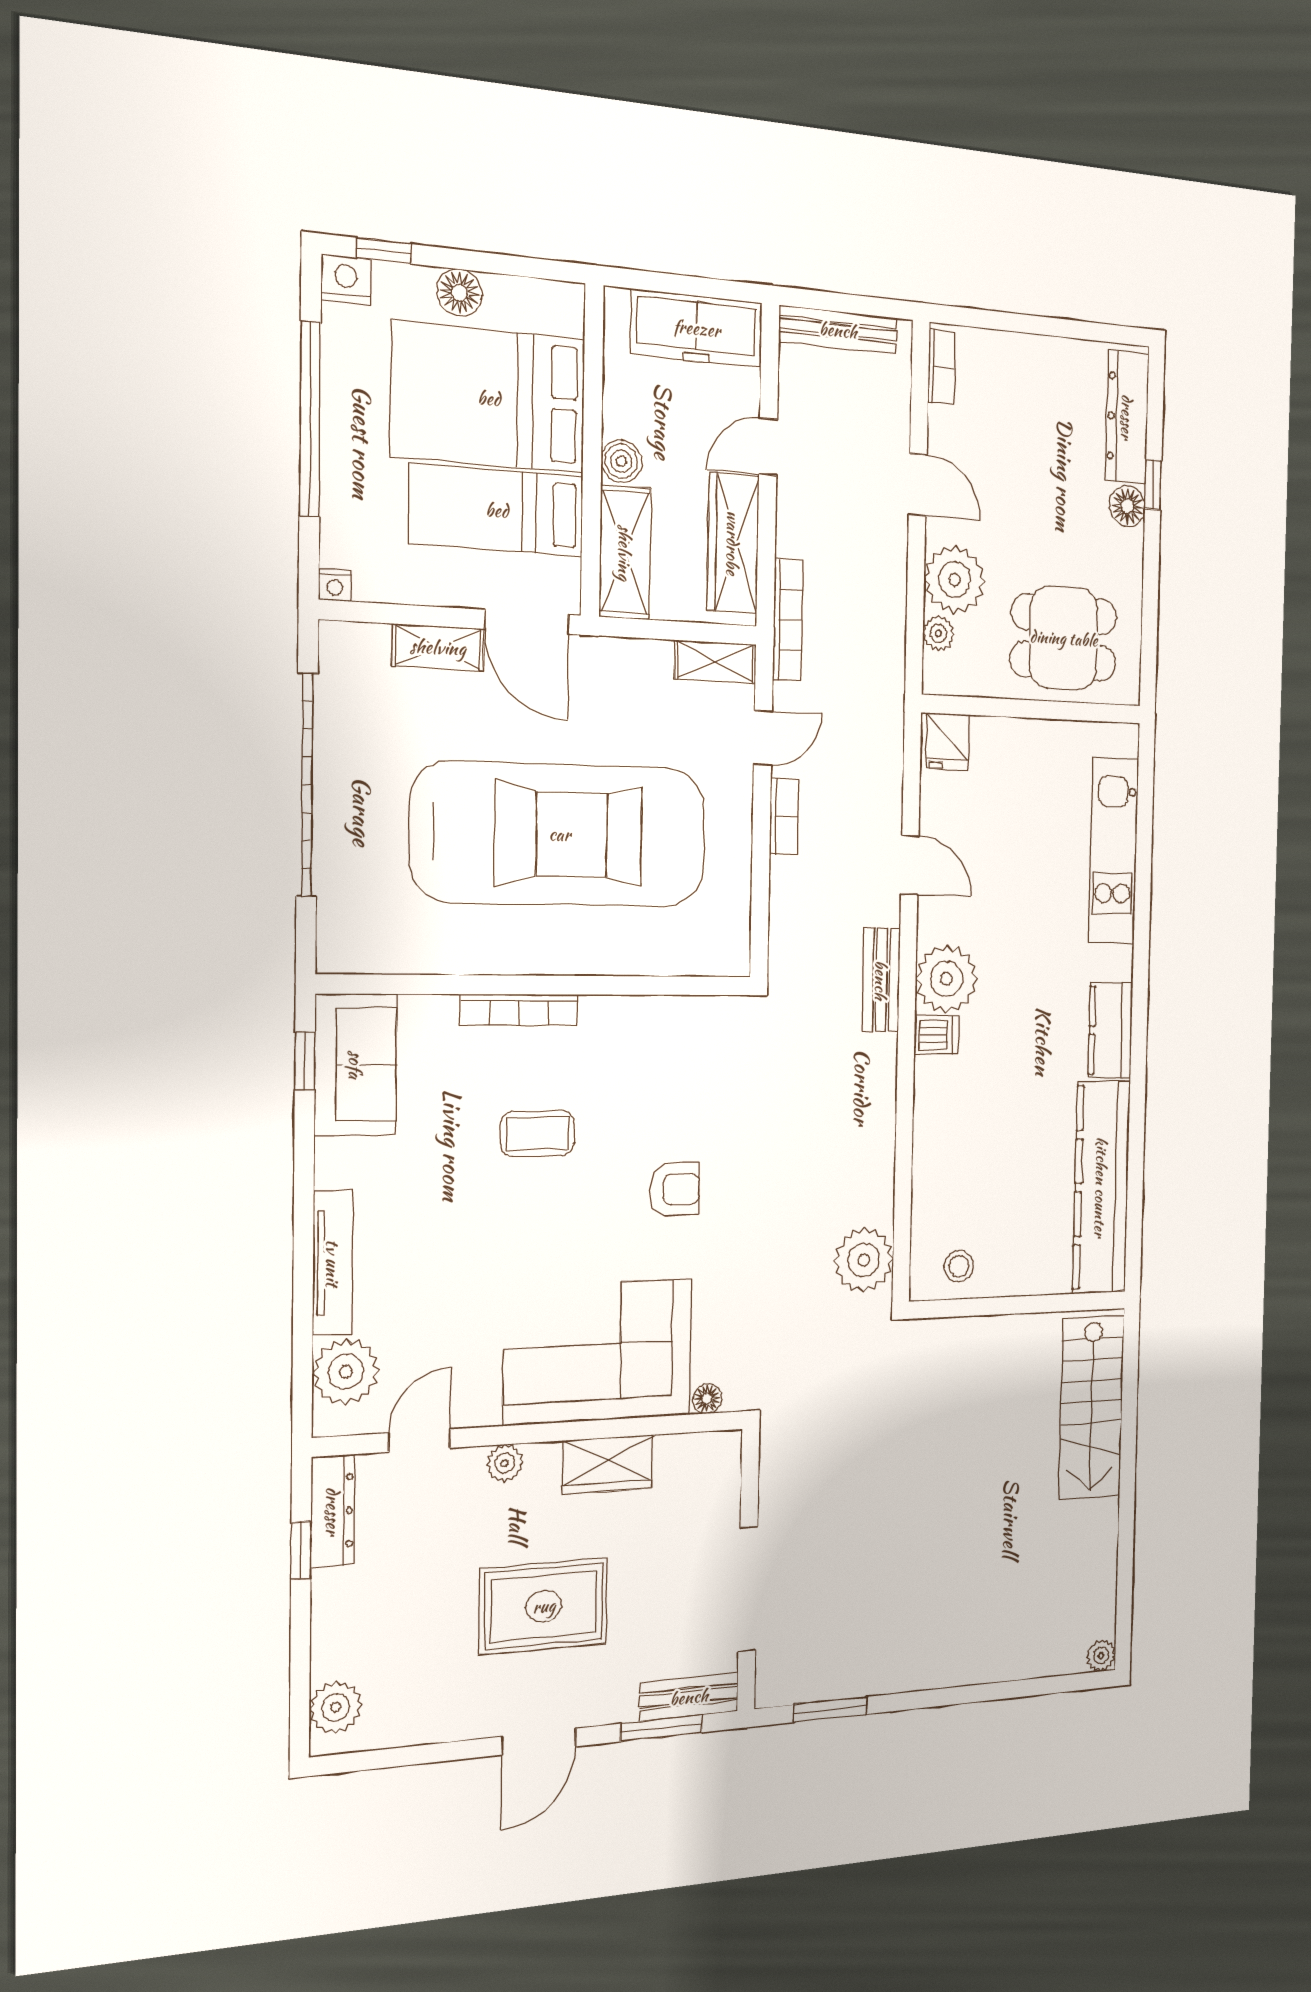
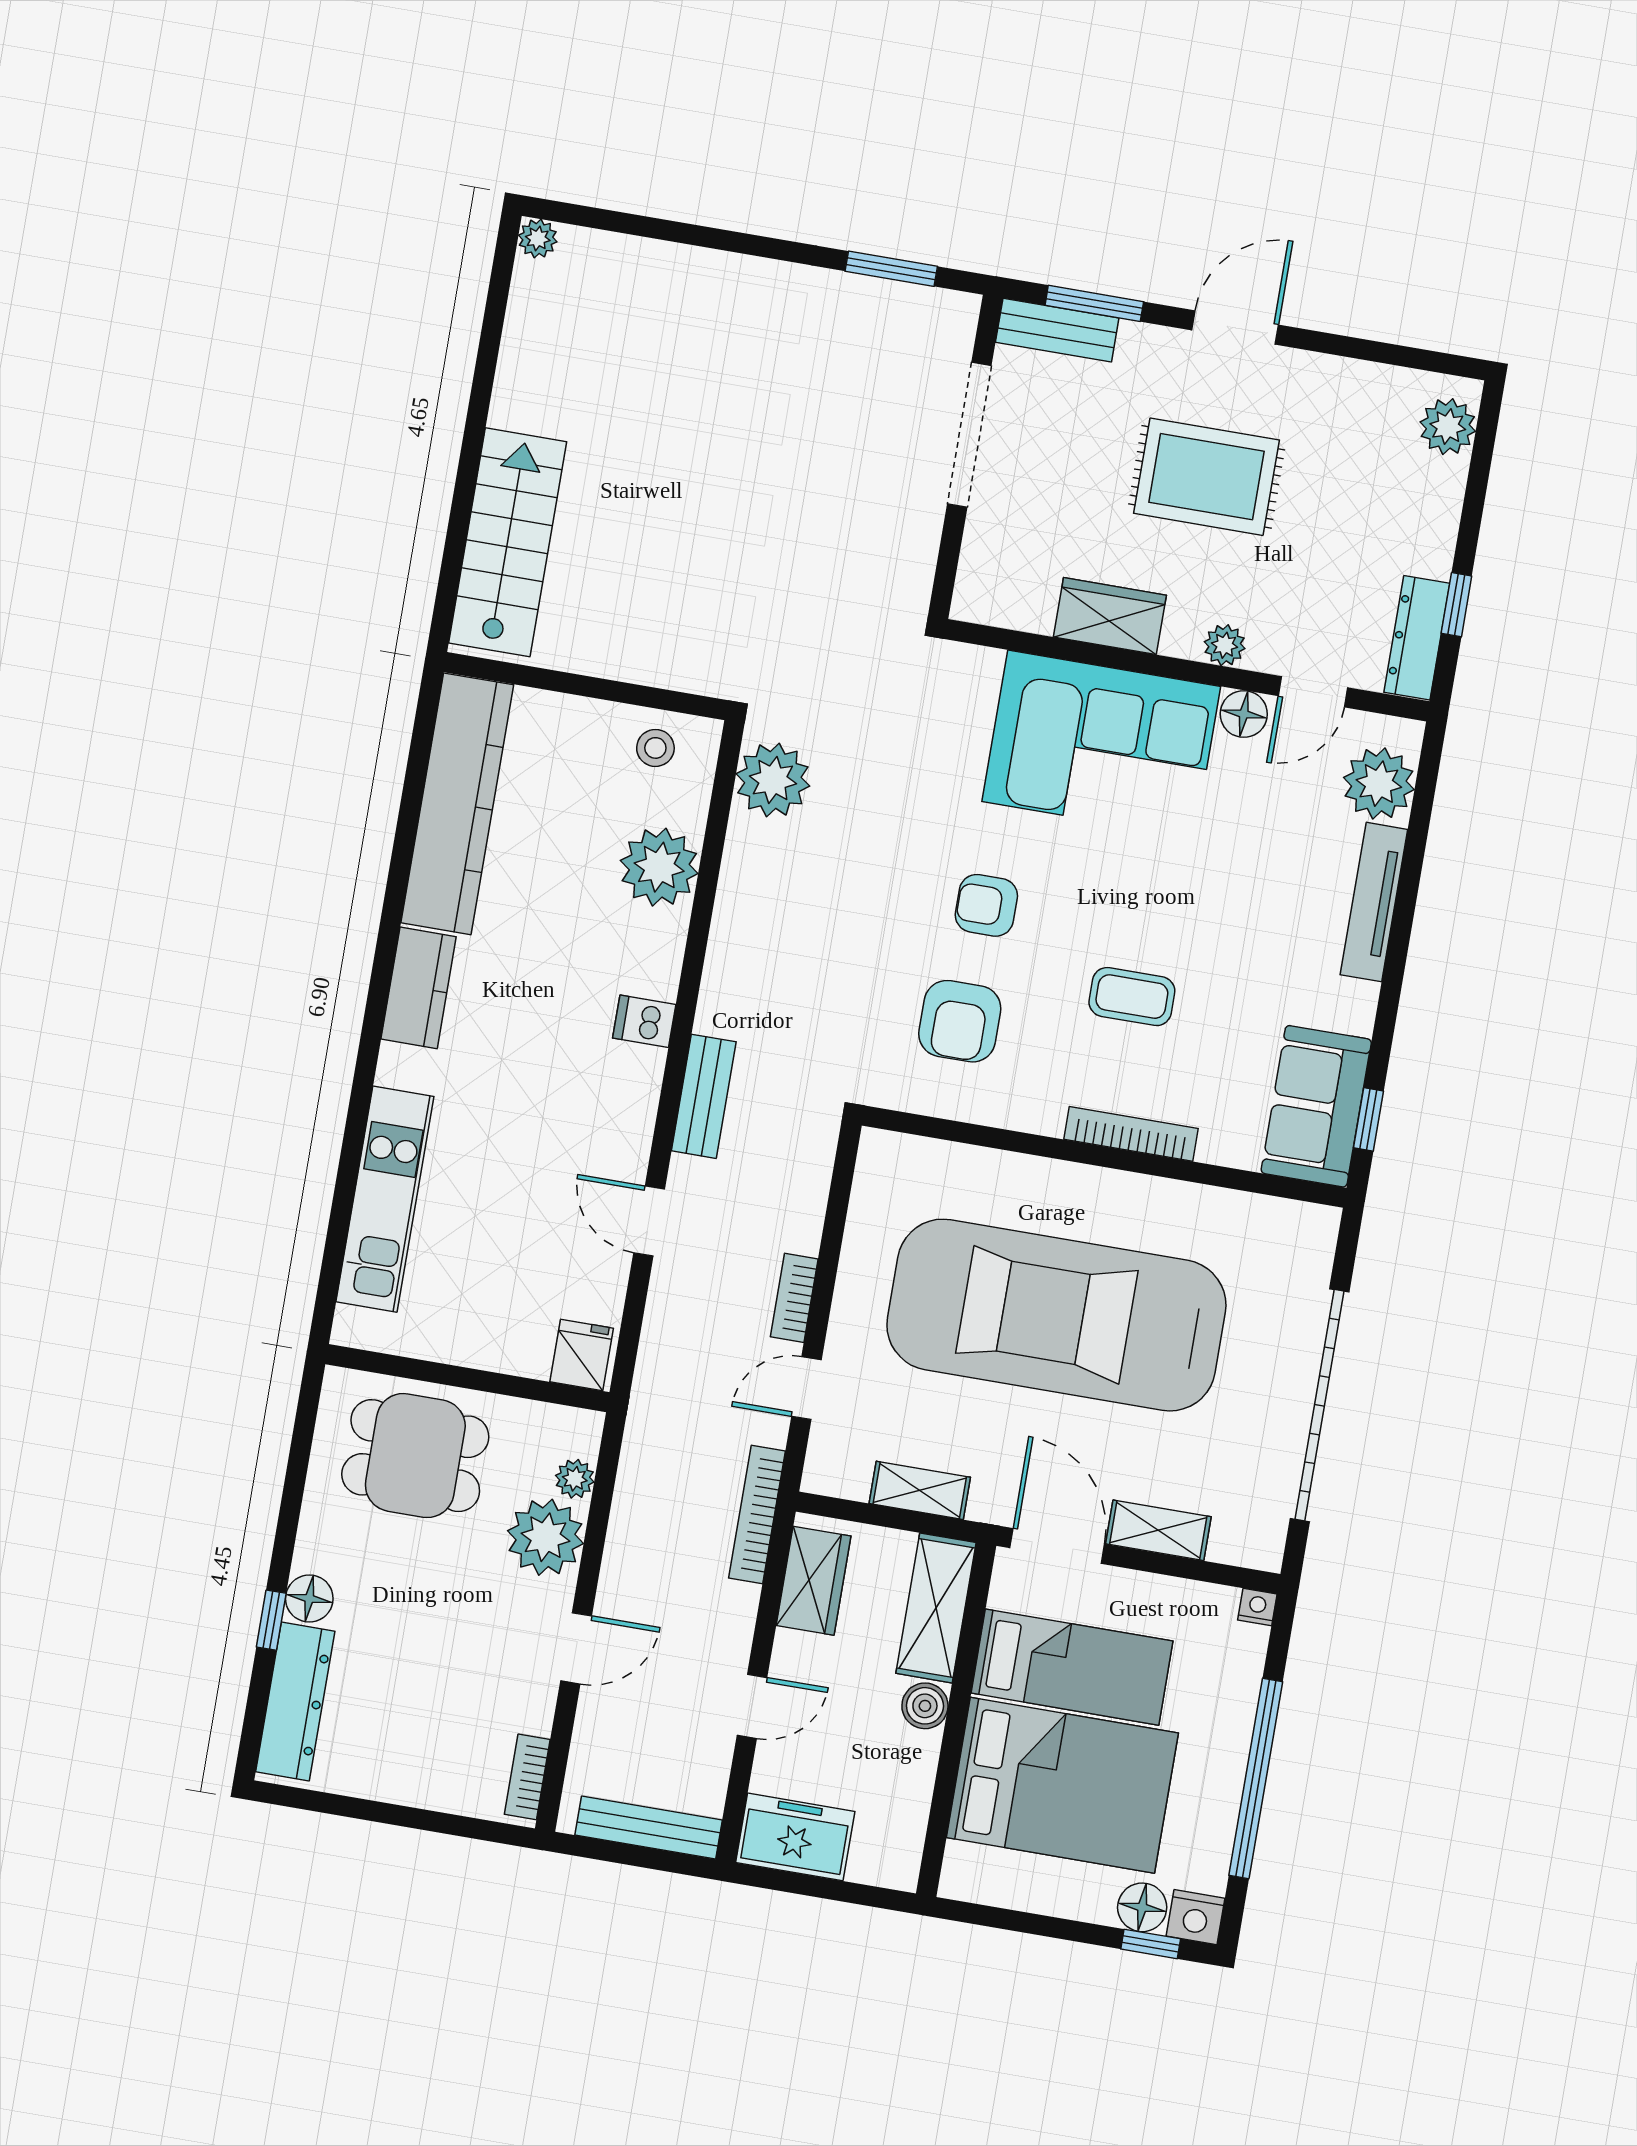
floor lamp: (459, 293) -> (1142, 1907), moved
freezer: (697, 328) -> (795, 1837), width x0.71
door: (918, 485) -> (576, 1648), swing flipped
wardrobe: (733, 543) -> (813, 1581), width x0.67
shelving: (715, 662) -> (920, 1490), moved
plant: (947, 979) -> (659, 867), moved
armchair: (682, 1084) -> (960, 1021), added
floor lamp: (707, 1399) -> (1244, 714), moved, width x1.37, depth x1.37

